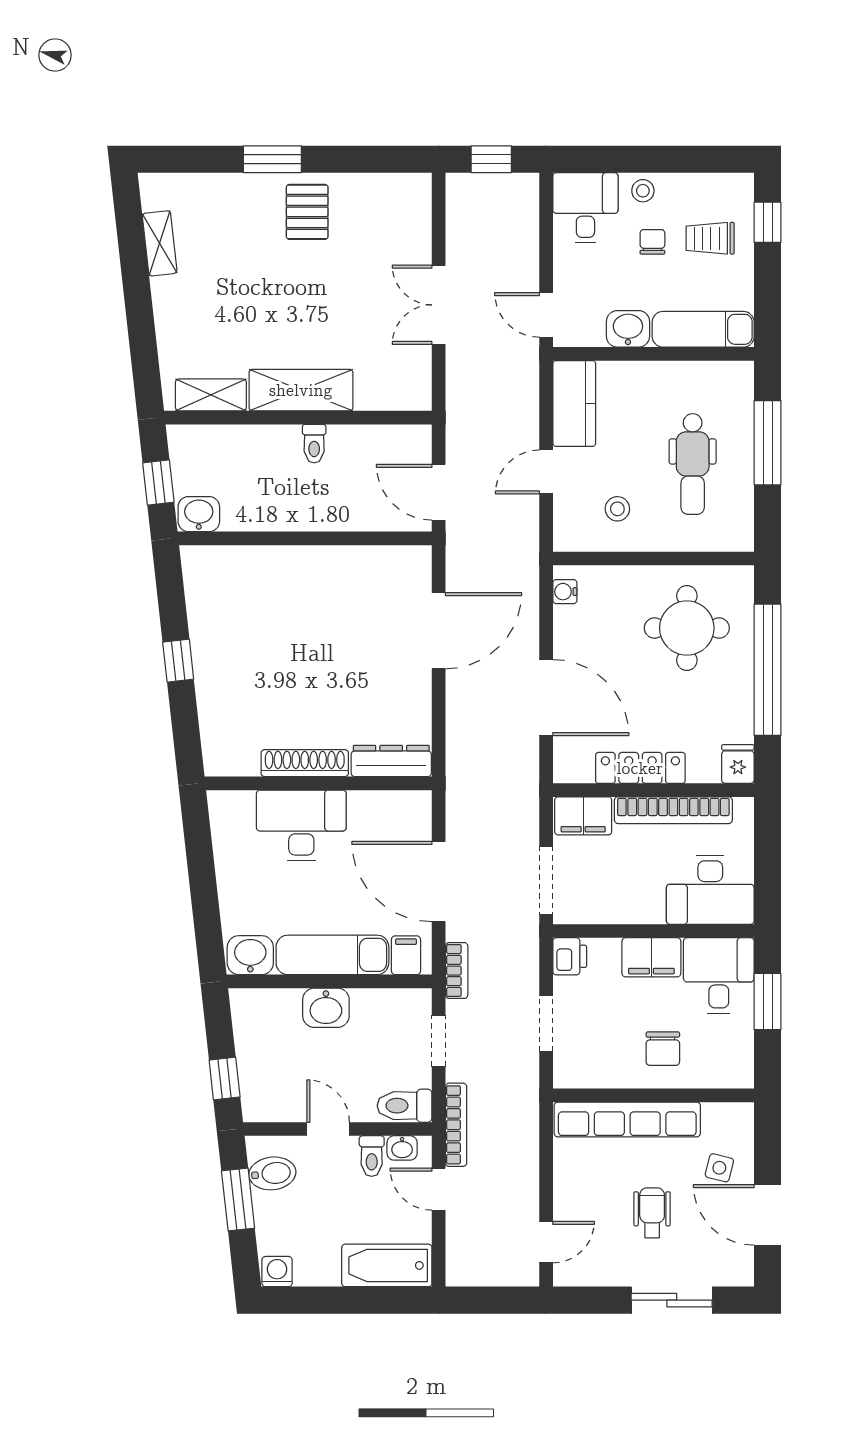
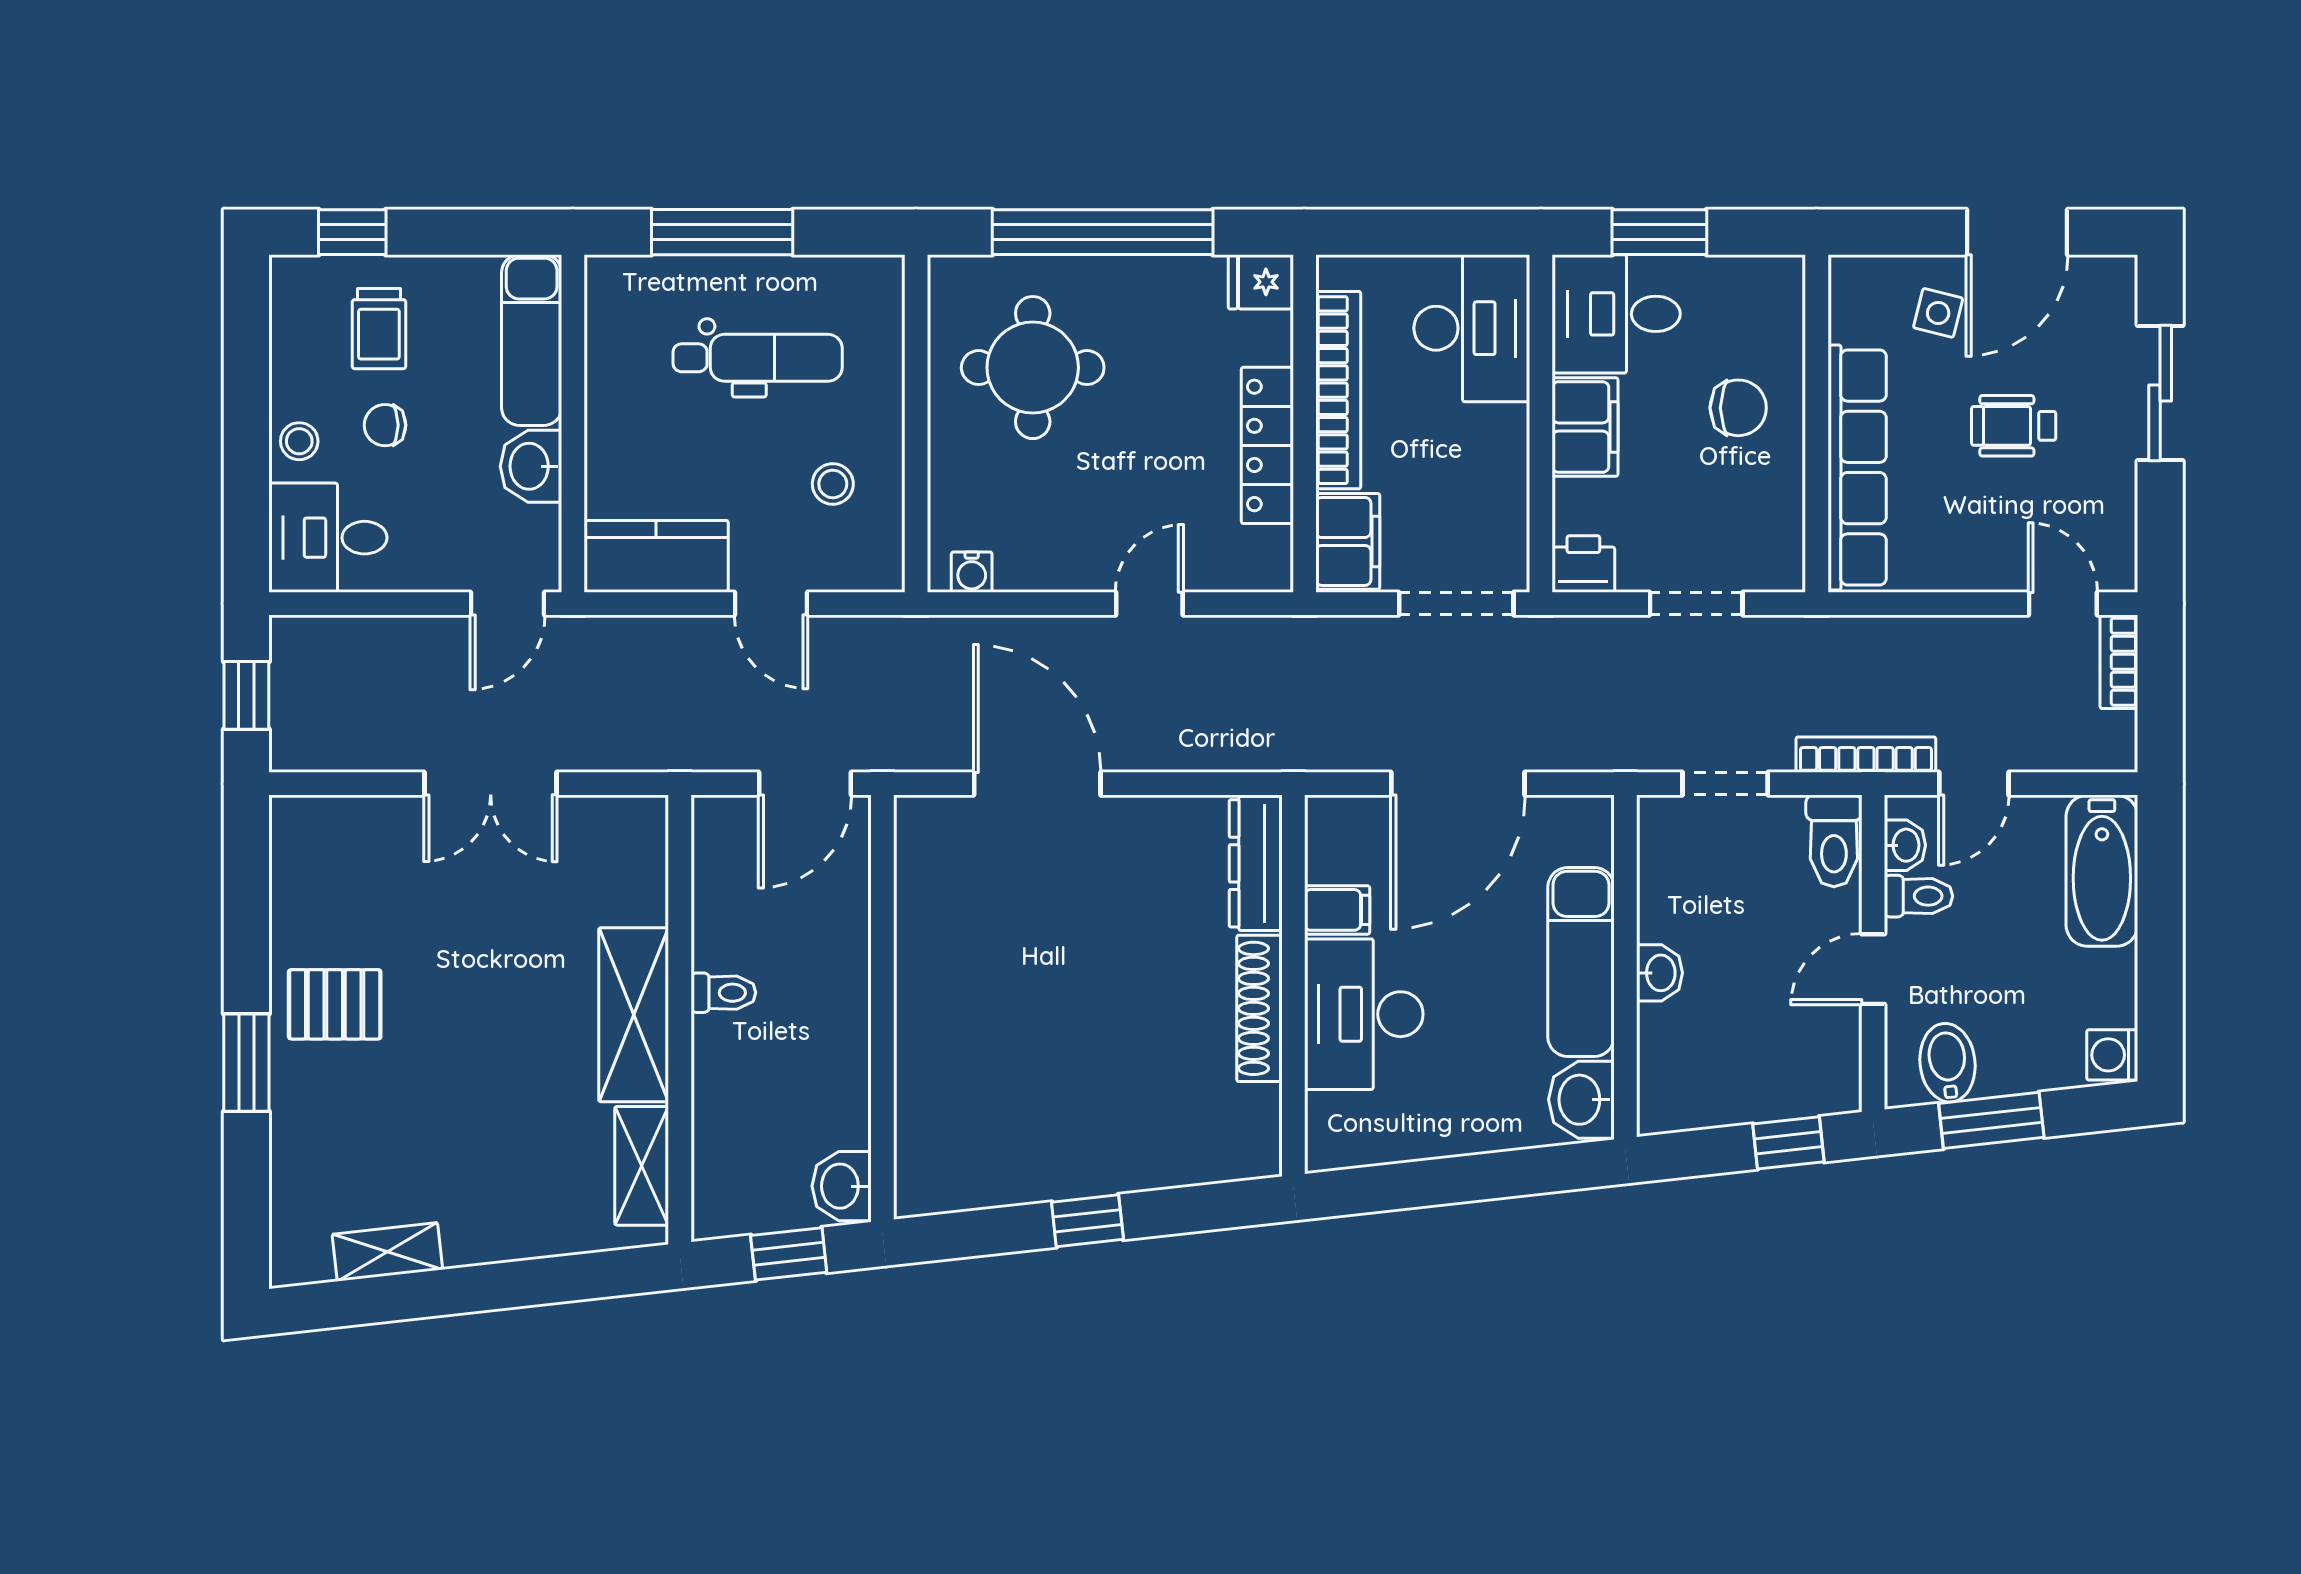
door: (546, 698) -> (1149, 604), width x0.53
filing cabinet: (406, 955) -> (1337, 910), moved, turned 180
bookcase: (457, 971) -> (2119, 662), moved, turned -90
washbasin: (326, 1008) -> (1659, 973), width x0.72, depth x0.69

